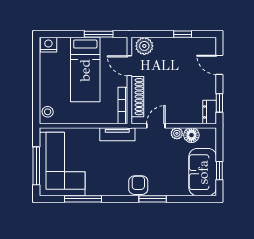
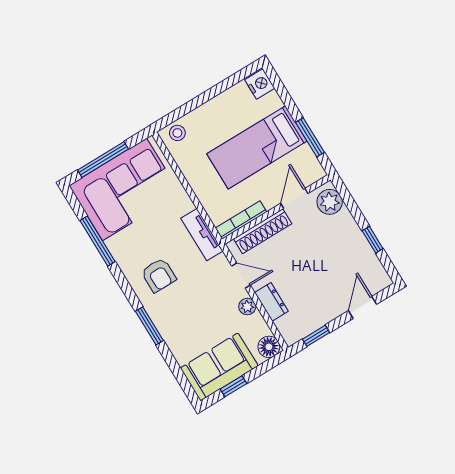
dresser: (210, 112) -> (271, 302), moved, turned 90
floor lamp: (191, 135) -> (269, 347), moved
armchair: (138, 185) -> (159, 275), moved, turned 90

